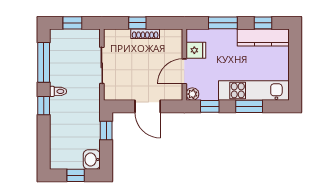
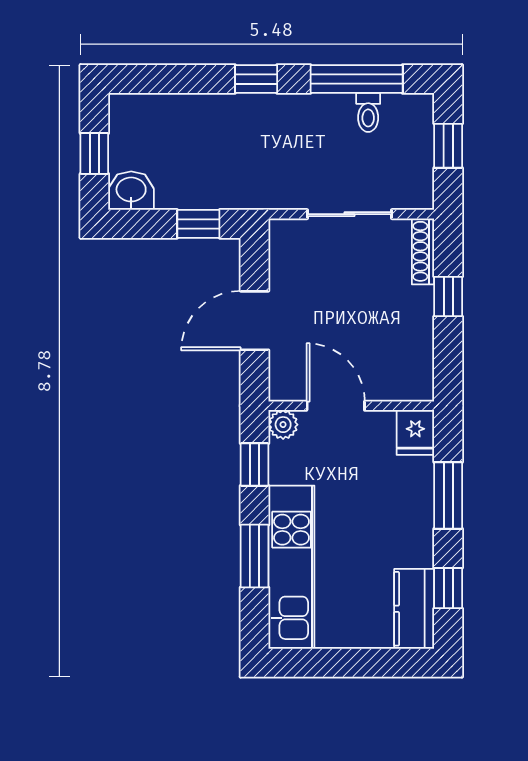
shoe rack: (145, 34) -> (423, 251), moved
kitchen counter: (263, 38) -> (414, 609), width x0.67
fridge: (196, 50) -> (415, 432), moved
toilet: (58, 91) -> (368, 112), moved

